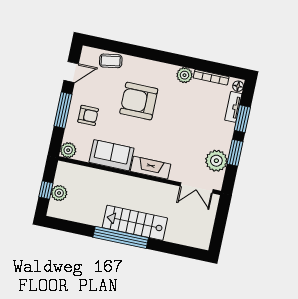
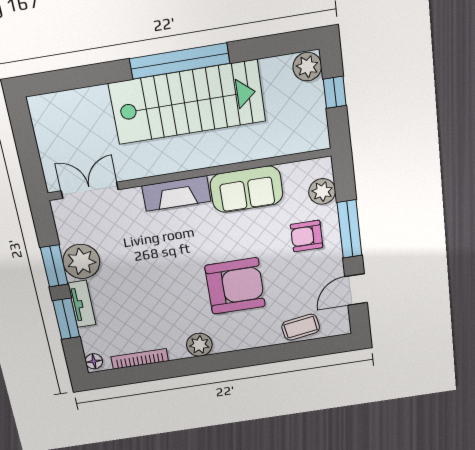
plant: (185, 75) -> (199, 345), moved
tv unit: (233, 107) -> (82, 304), moved
plant: (68, 150) -> (322, 192), moved
plant: (216, 161) -> (81, 261), moved
plant: (59, 193) -> (307, 67), moved
stairs: (135, 223) -> (187, 102), width x1.36, depth x1.51

